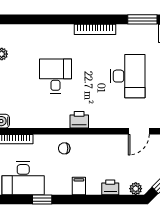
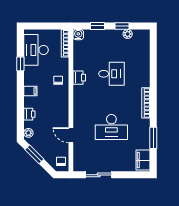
printer: (79, 120) -> (79, 78), moved

